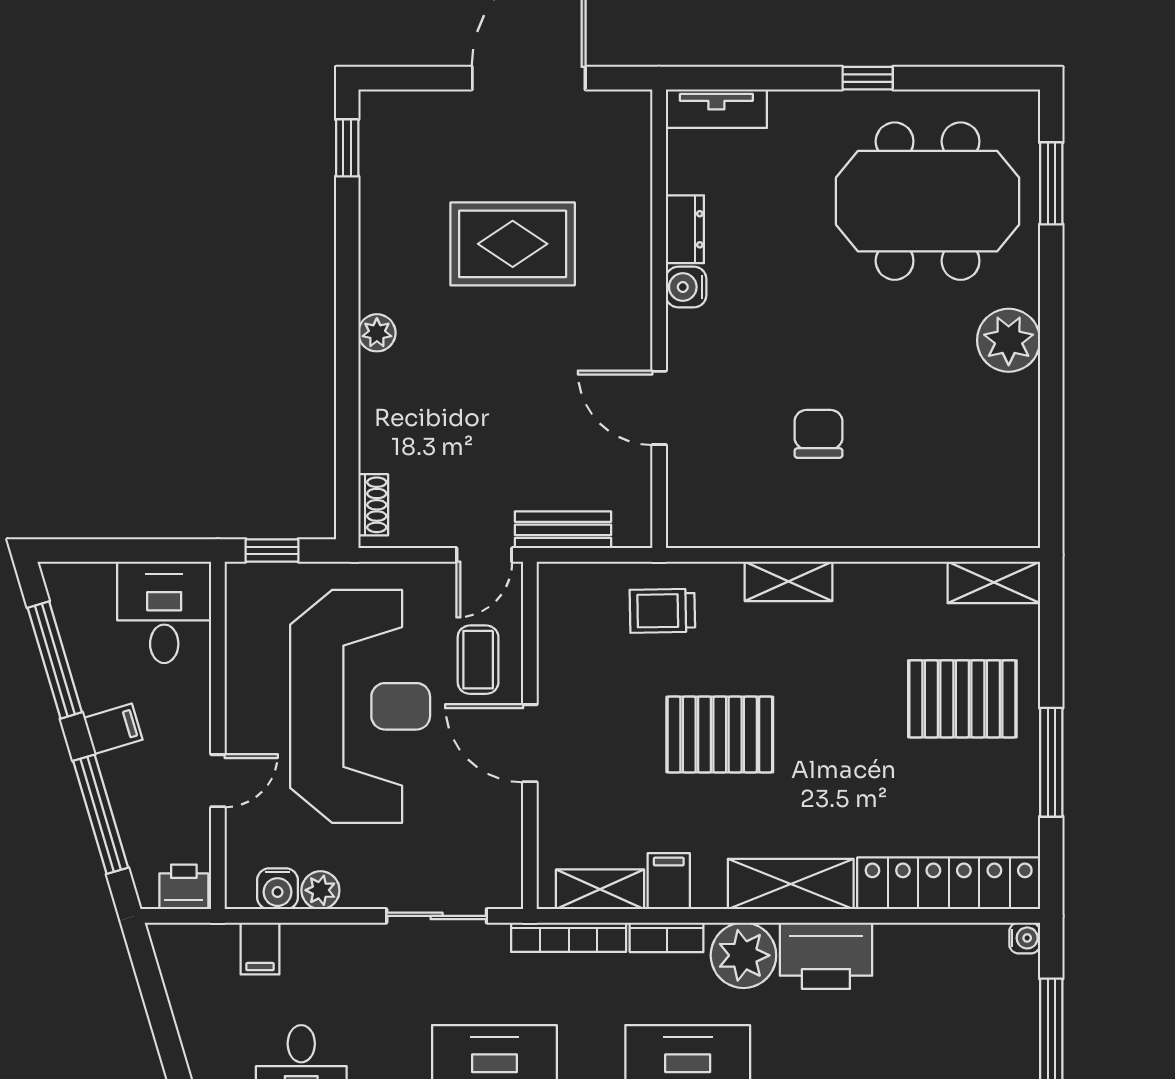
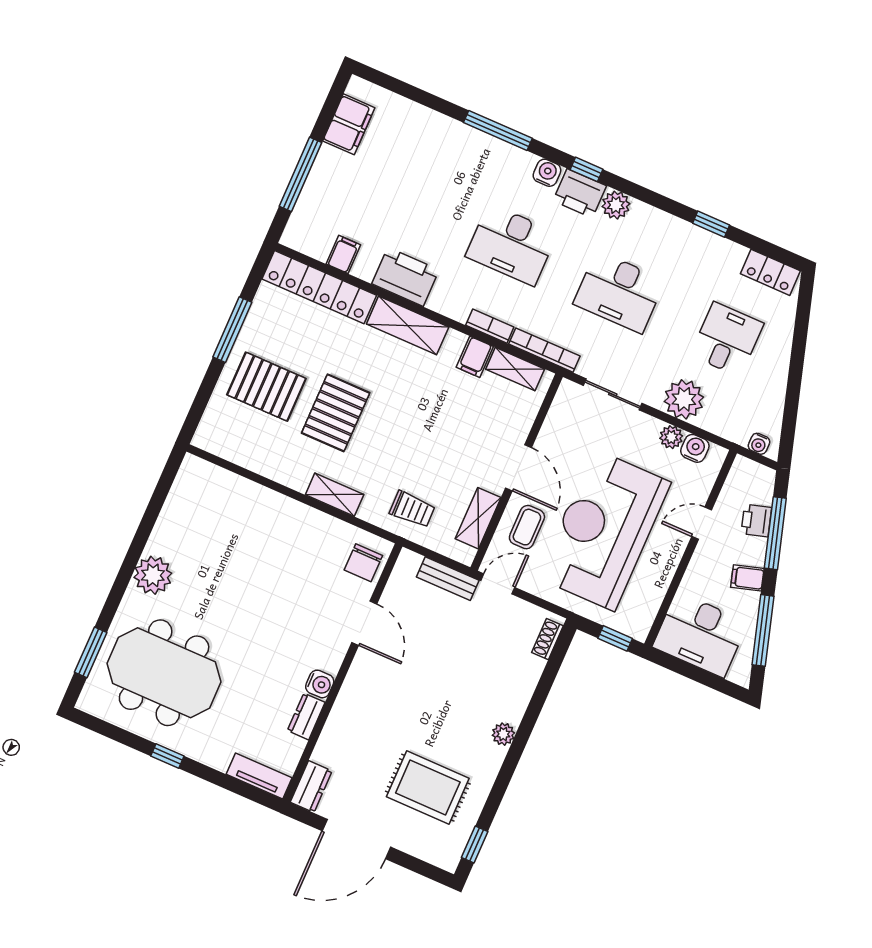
dresser: (631, 127) -> (311, 787), added
rug: (513, 244) -> (428, 787), moved
chair: (819, 434) -> (363, 563), moved
shelving: (994, 582) -> (478, 518), moved, turned 90
desk: (164, 612) -> (700, 635), width x1.37
pallet: (720, 735) -> (336, 413), moved, turned 90
printer: (184, 887) -> (756, 520), moved, turned 73
water cooler: (1025, 938) -> (759, 444), moved, turned -90
filing cabinet: (260, 948) -> (343, 254), moved
plant: (743, 955) -> (684, 399), moved

